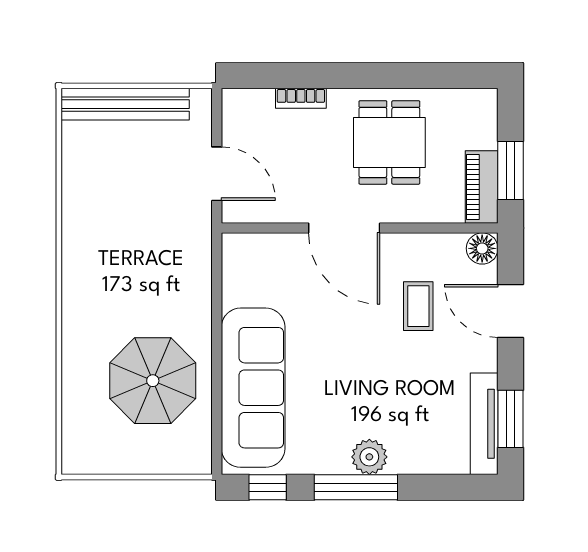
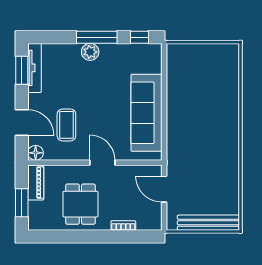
window: (510, 171) -> (22, 203), moved
door: (344, 228) -> (102, 163), width x0.73
coffee table: (418, 306) -> (66, 125), width x1.36, depth x1.30
parasol: (153, 381) -> (195, 89), removed
sofa: (253, 388) -> (146, 113), moved

